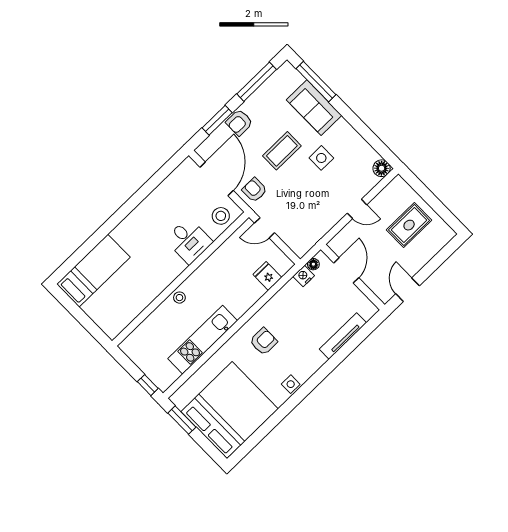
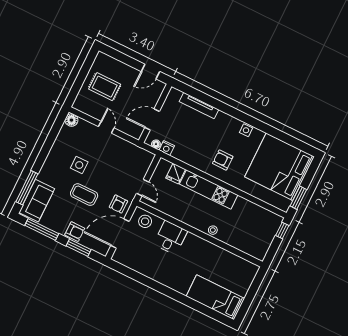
sofa: (314, 108) -> (37, 201), moved
kitchen unit: (203, 340) -> (209, 190), moved

